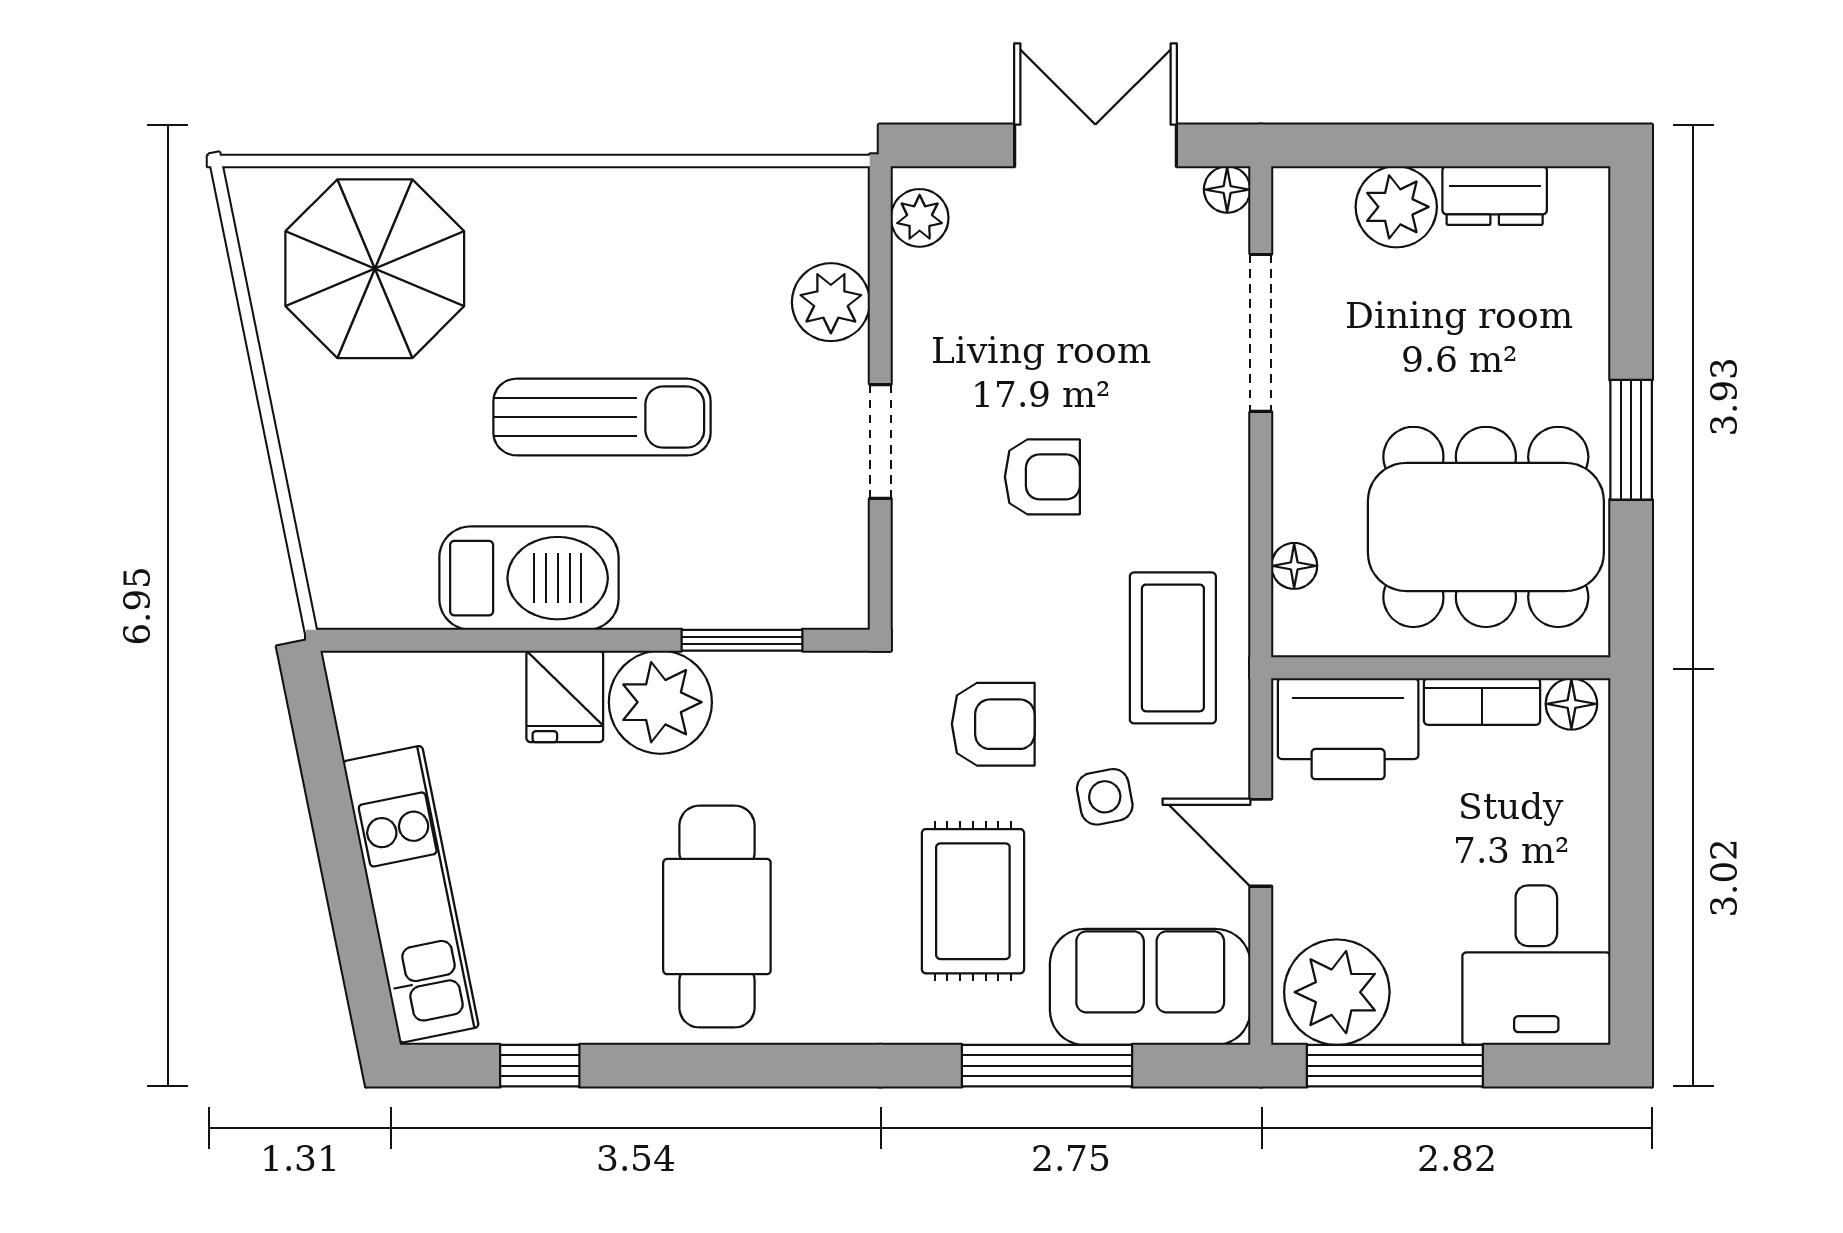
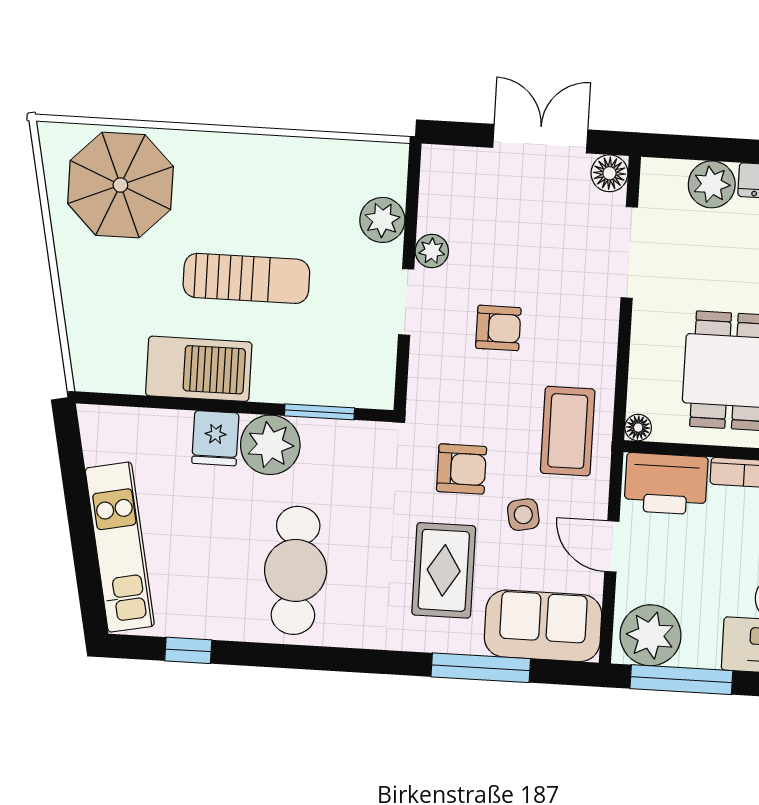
floor lamp: (1227, 190) -> (609, 173), width x1.37, depth x1.37
plant: (920, 218) -> (432, 251), moved
floor lamp: (1294, 566) -> (638, 428), moved

